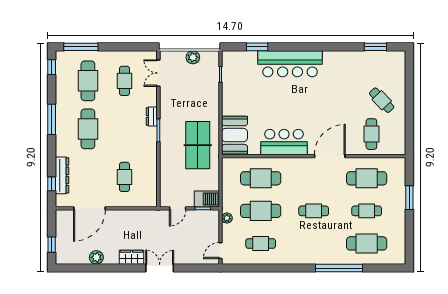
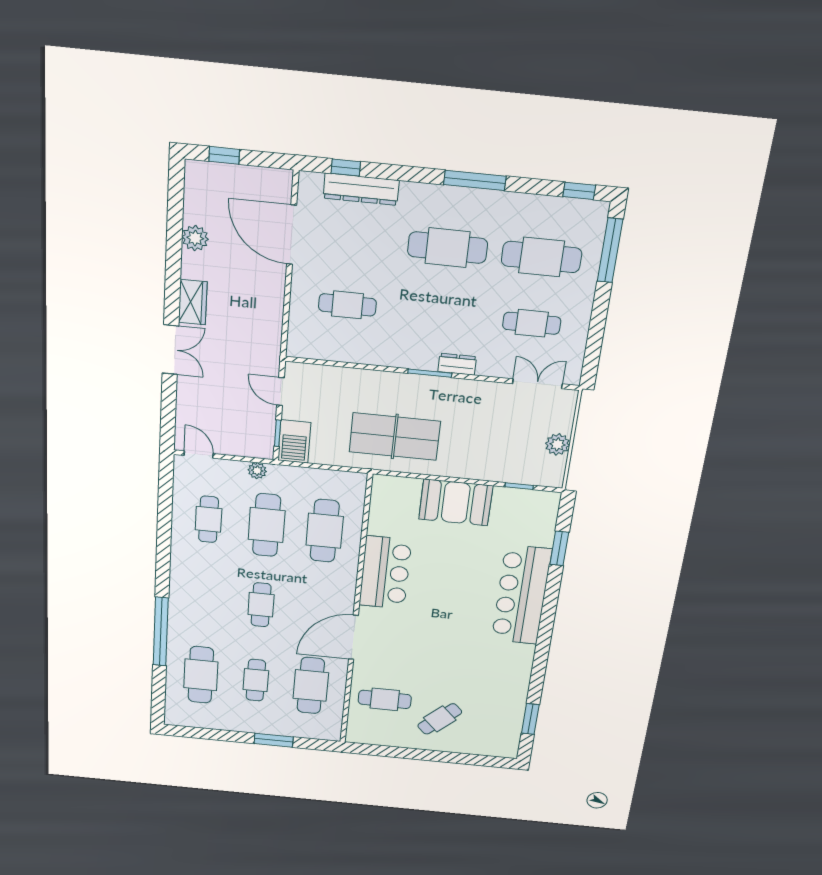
booth: (235, 135) -> (456, 502), moved
door: (330, 156) -> (353, 637), swing flipped

